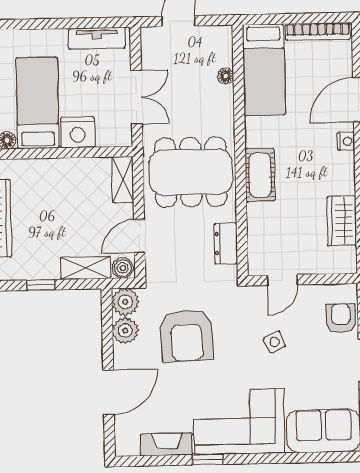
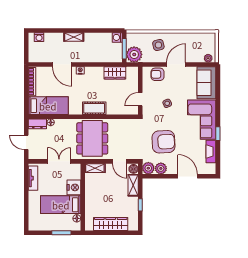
dresser: (226, 243) -> (37, 124), moved
door: (283, 280) -> (140, 99), swing flipped

